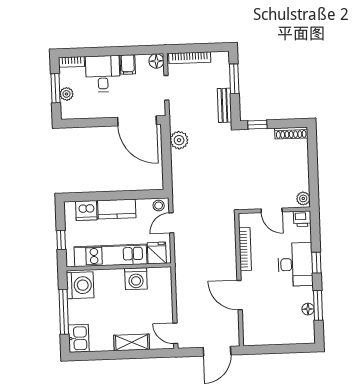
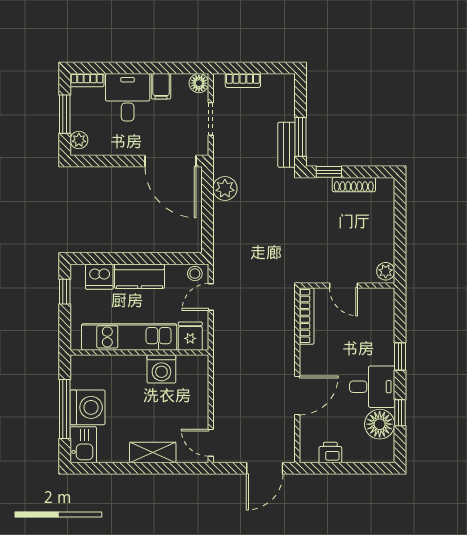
bookcase: (190, 58) -> (243, 80), width x0.64
window: (234, 79) -> (300, 137), moved
plant: (67, 94) -> (79, 140), moved
shoe rack: (291, 133) -> (354, 185), moved
printer: (302, 219) -> (330, 453), moved, turned 180
window: (61, 240) -> (65, 292), moved
bookcase: (245, 249) -> (307, 316), moved
desk: (295, 264) -> (372, 387), moved, width x0.73
washing machine: (80, 285) -> (88, 407), moved
door: (240, 295) -> (297, 395), swing flipped
window: (318, 305) -> (400, 413), width x0.67
floor lamp: (308, 309) -> (380, 424), width x1.89, depth x1.89

